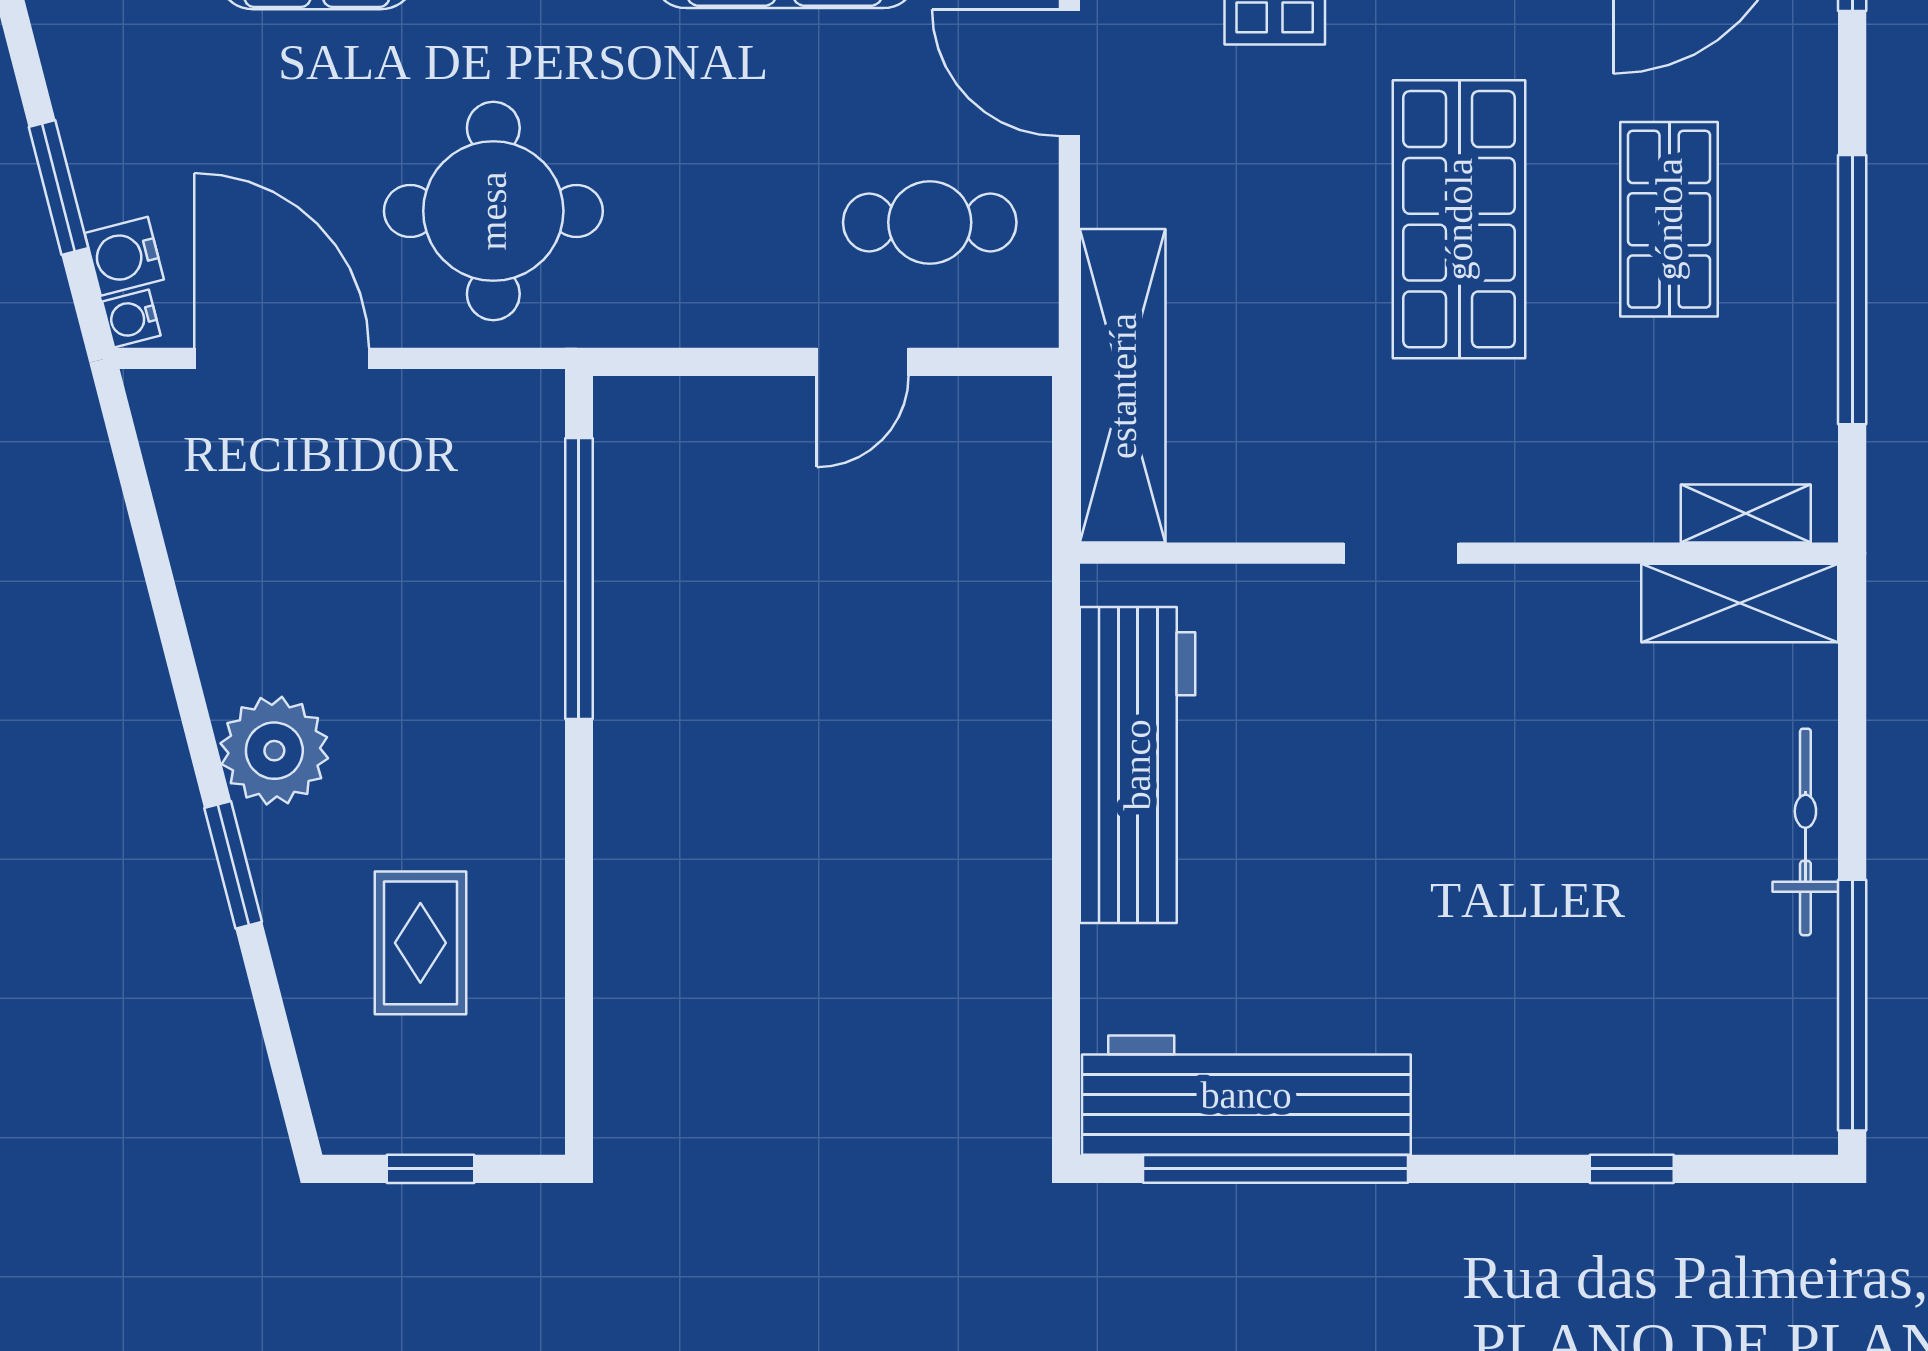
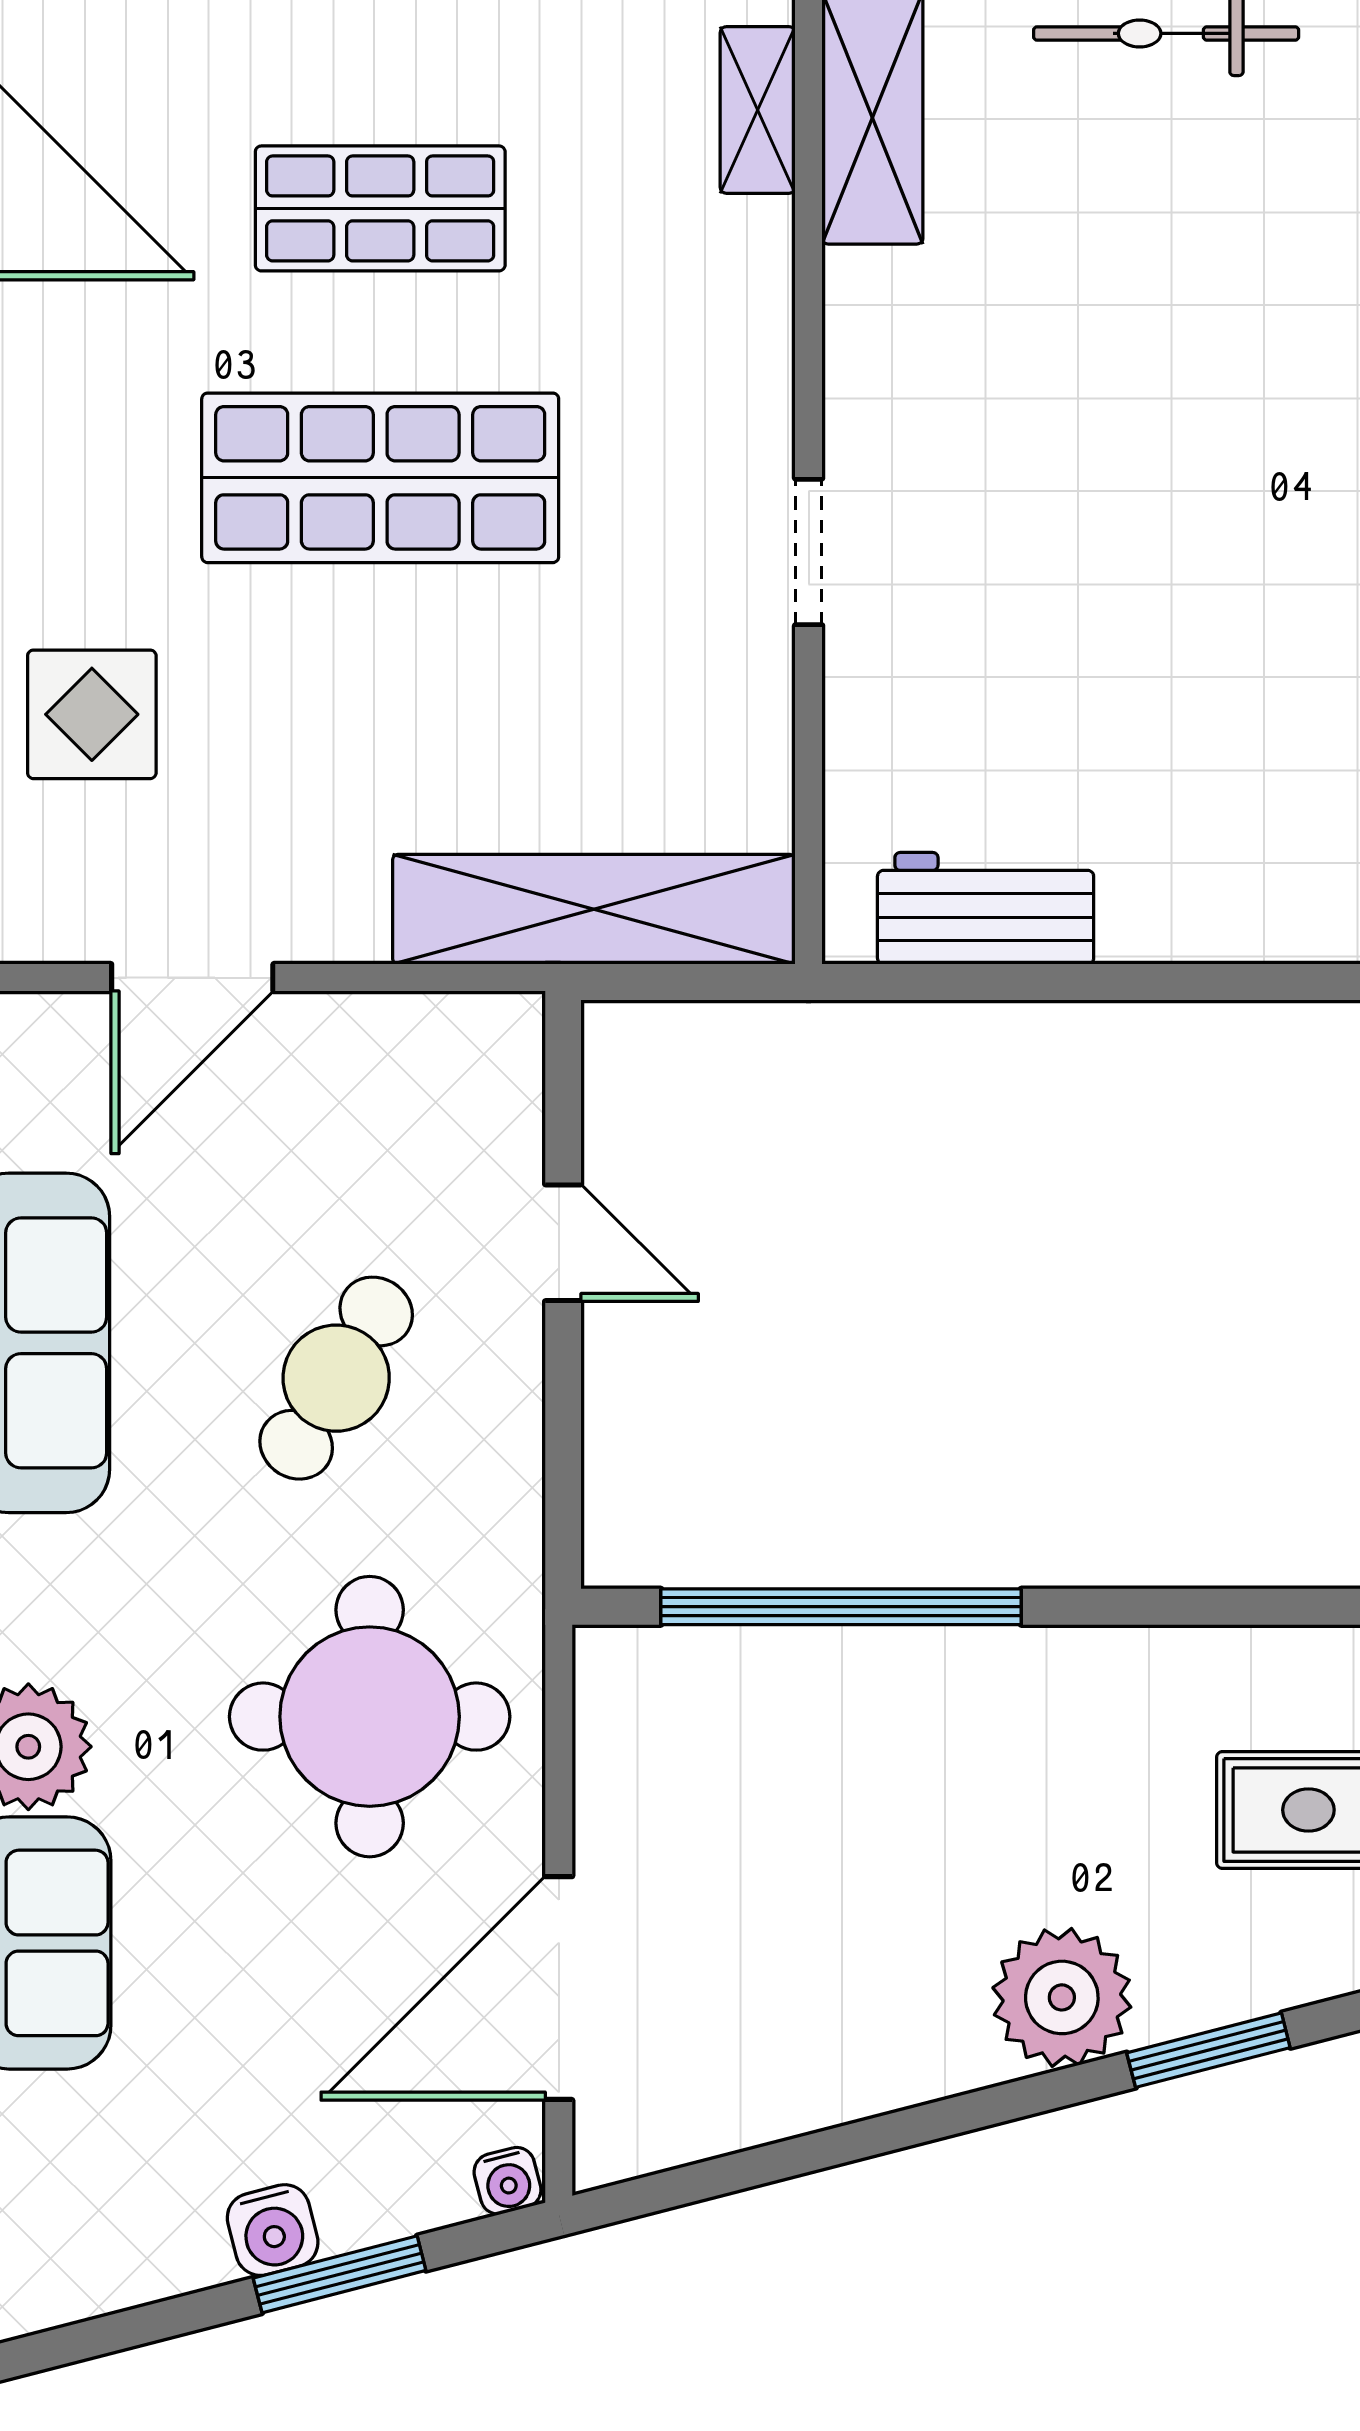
cafe table: (930, 222) -> (336, 1378), moved, turned 31
water cooler: (124, 256) -> (273, 2230), moved
workbench: (1137, 765) -> (986, 908), width x0.53, depth x0.76

